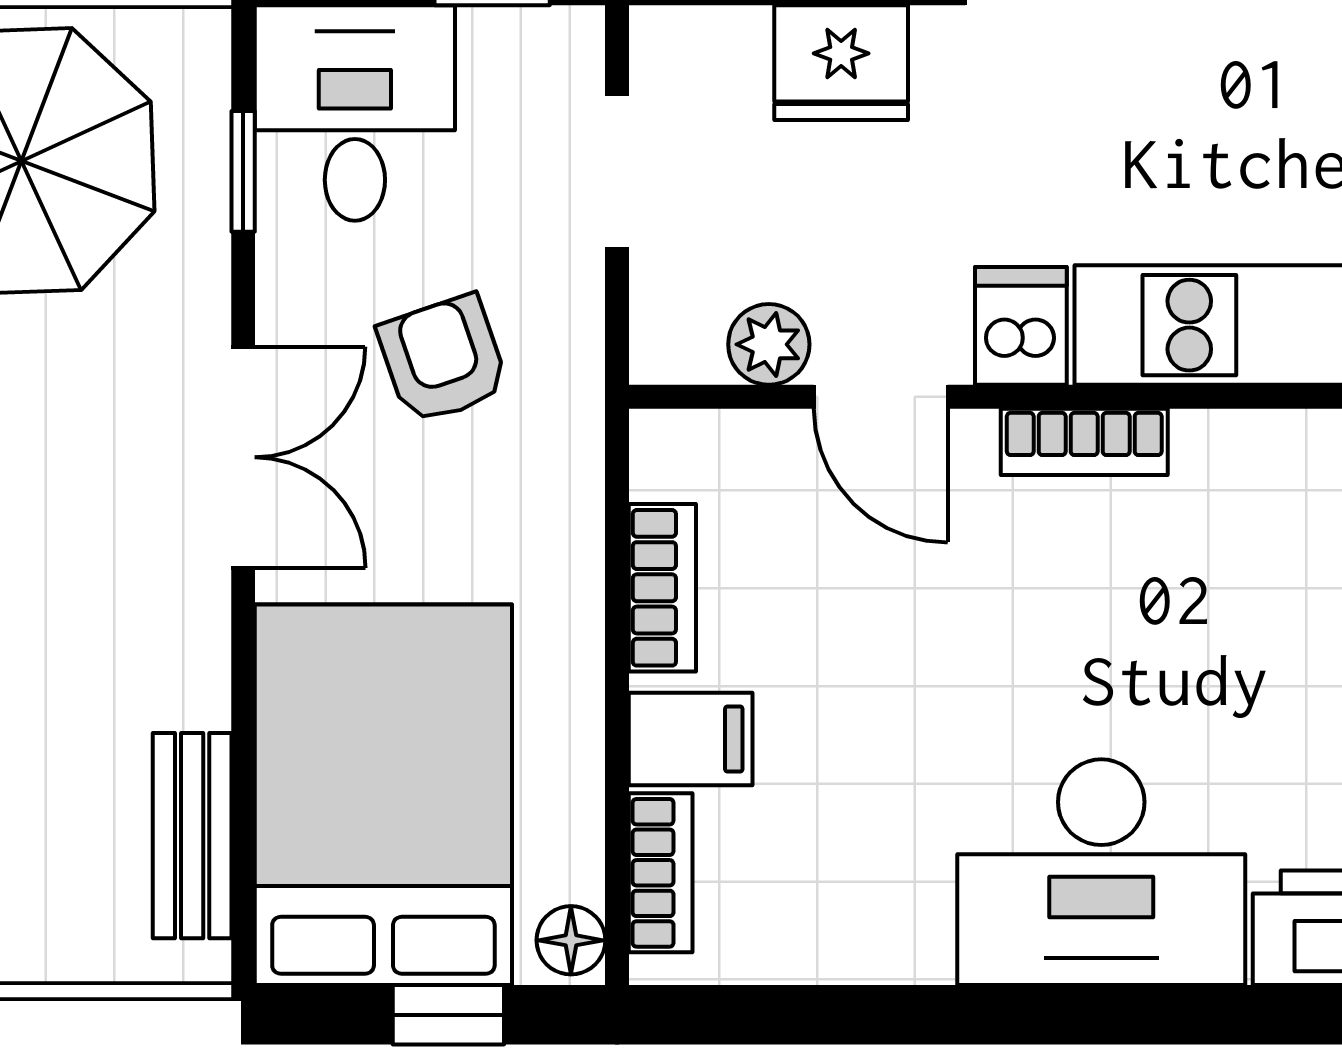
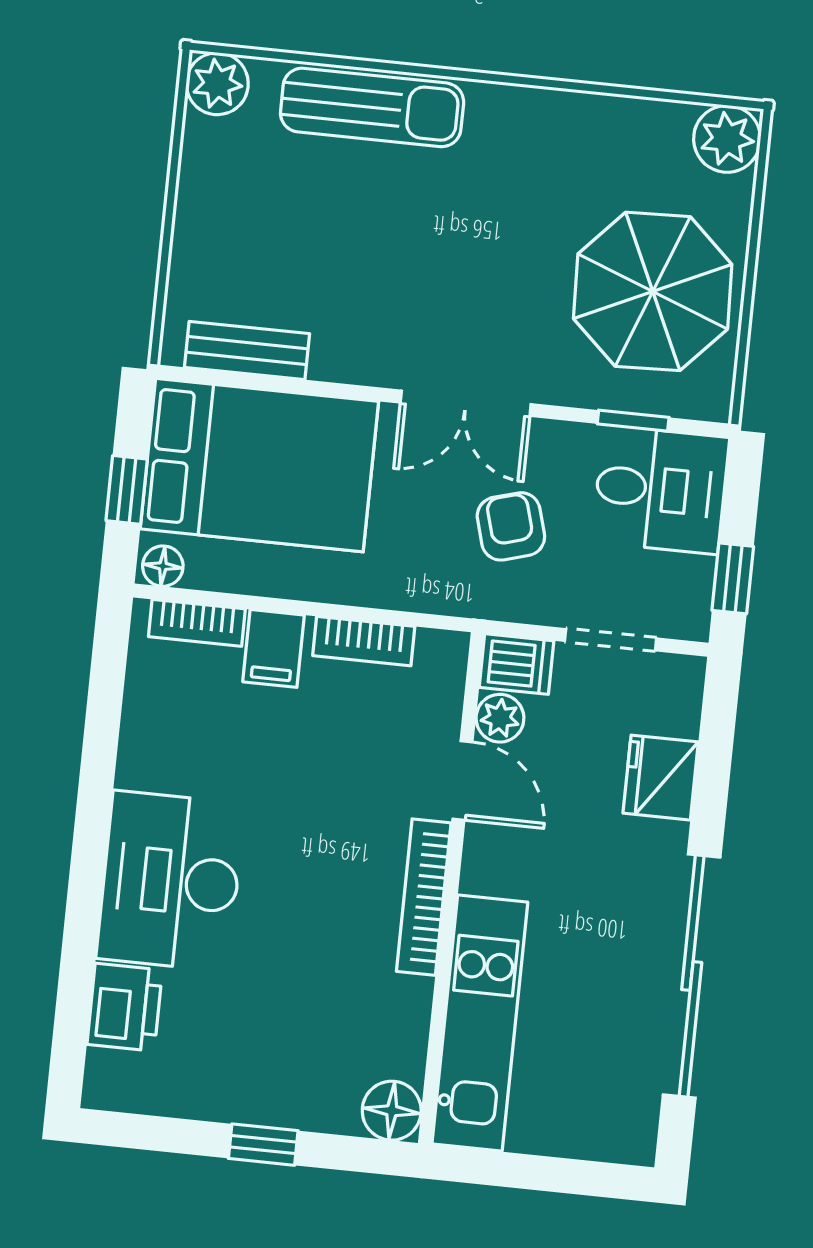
dishwasher: (1021, 326) -> (516, 664), moved
armchair: (443, 359) -> (511, 526), turned -87
door: (881, 397) -> (462, 780), swing flipped
bookcase: (1084, 442) -> (424, 897), width x1.56

